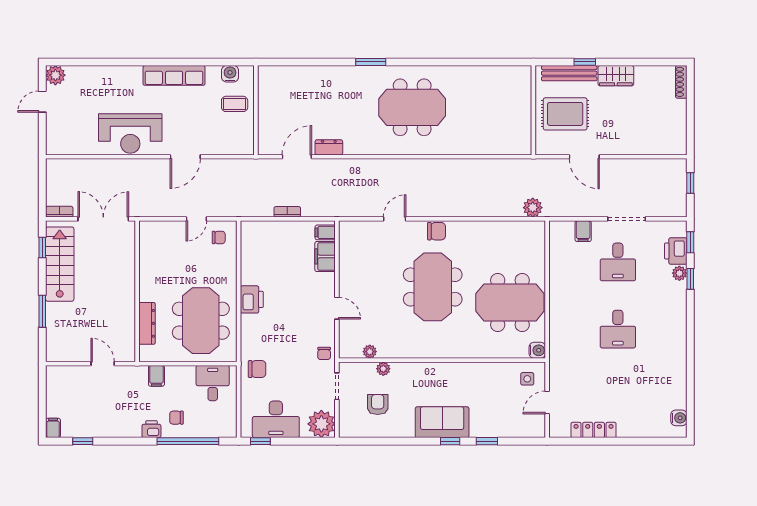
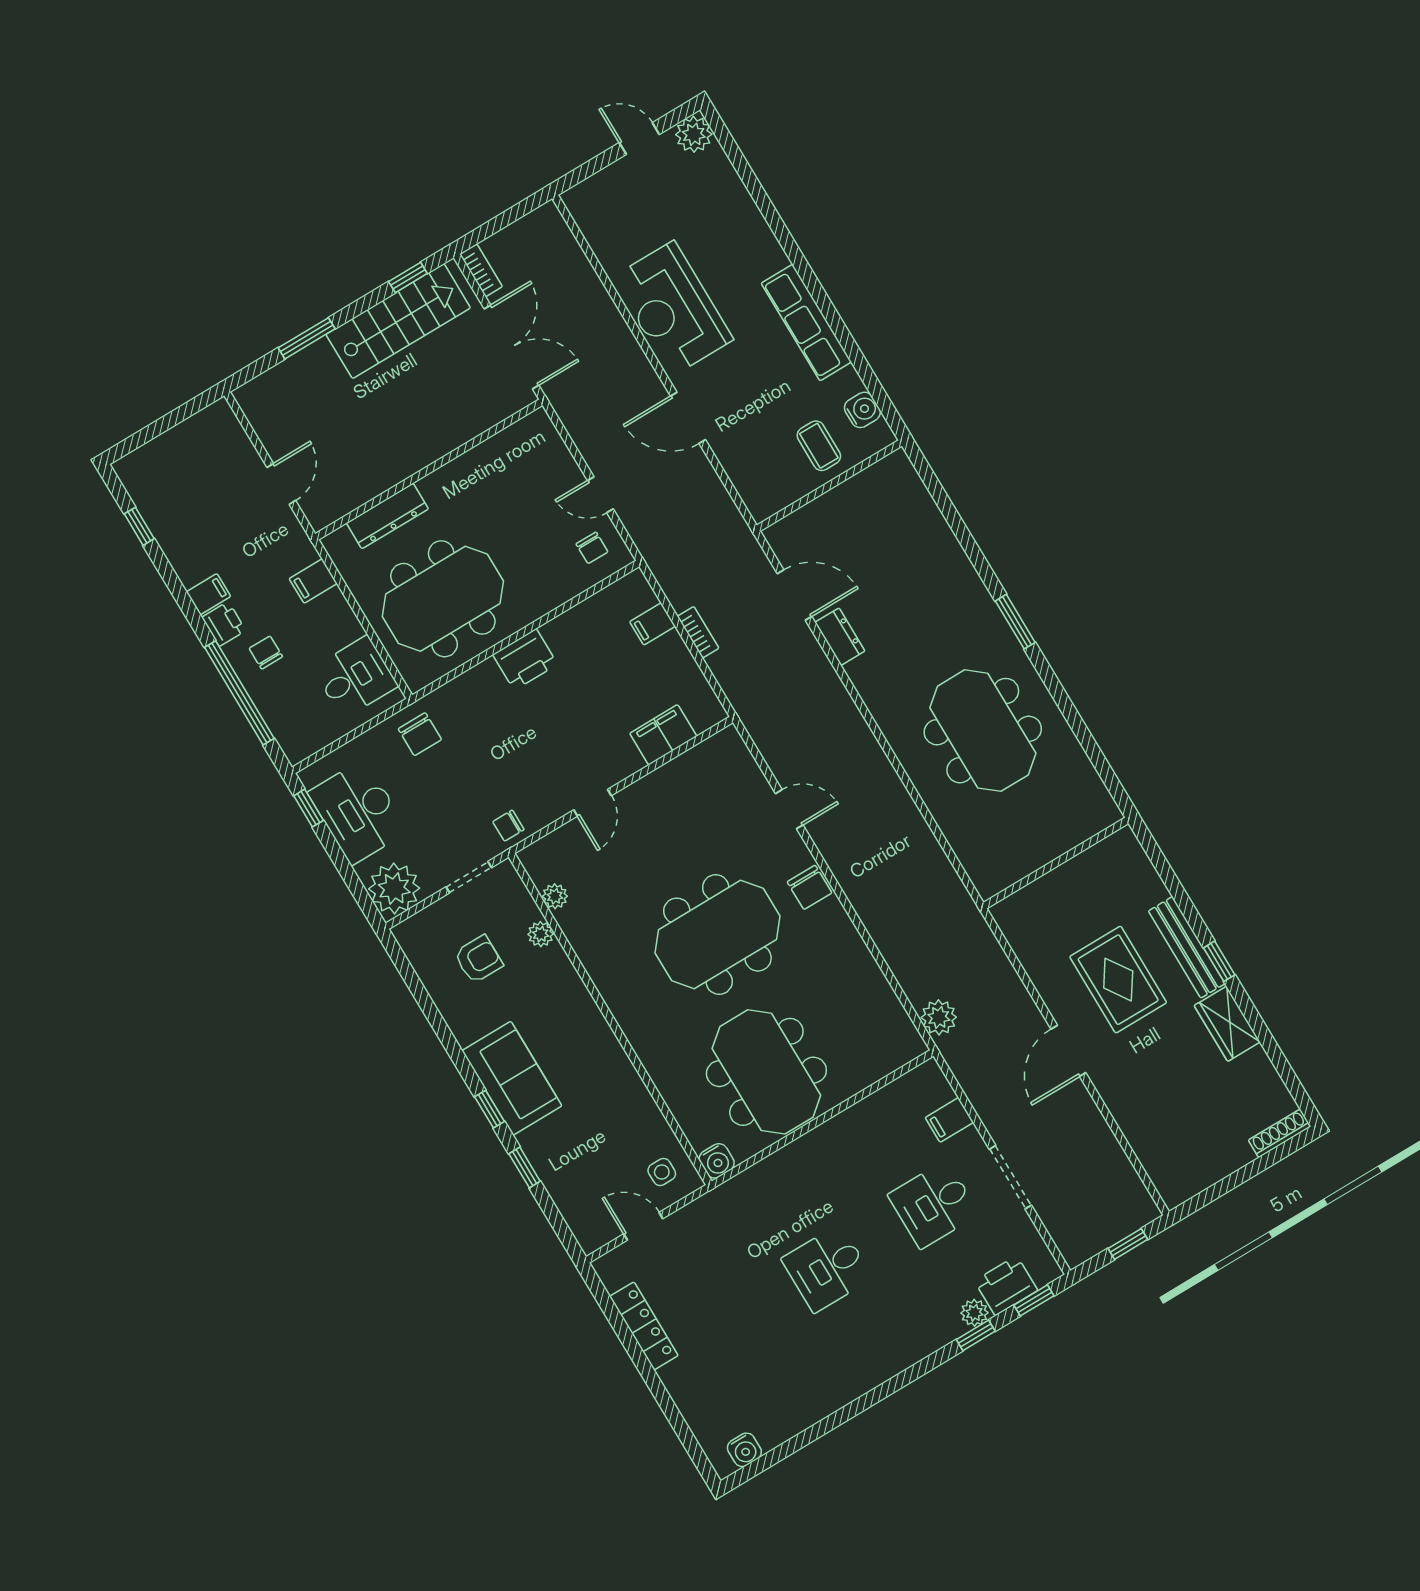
wall: (533, 110) -> (1056, 863), moved
filing cabinet: (325, 232) -> (653, 624), moved, turned -90
filing cabinet: (53, 428) -> (209, 594), moved

